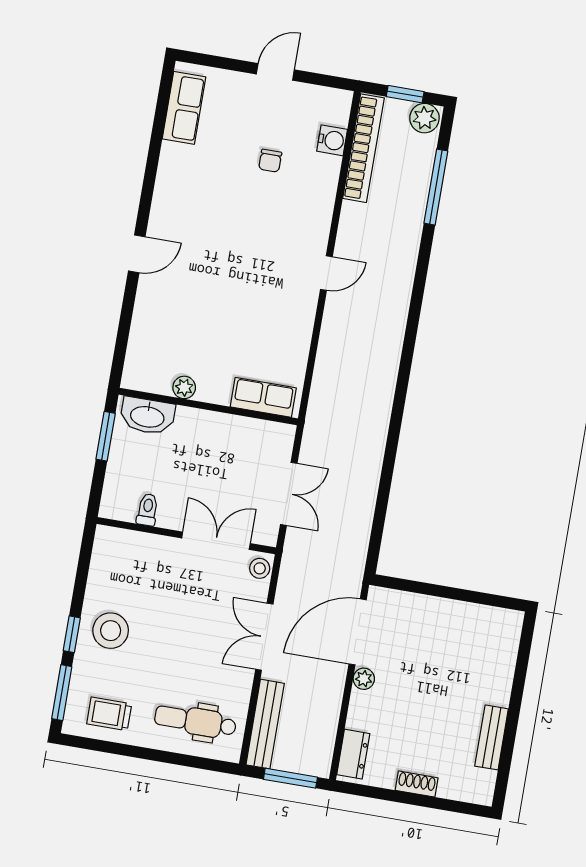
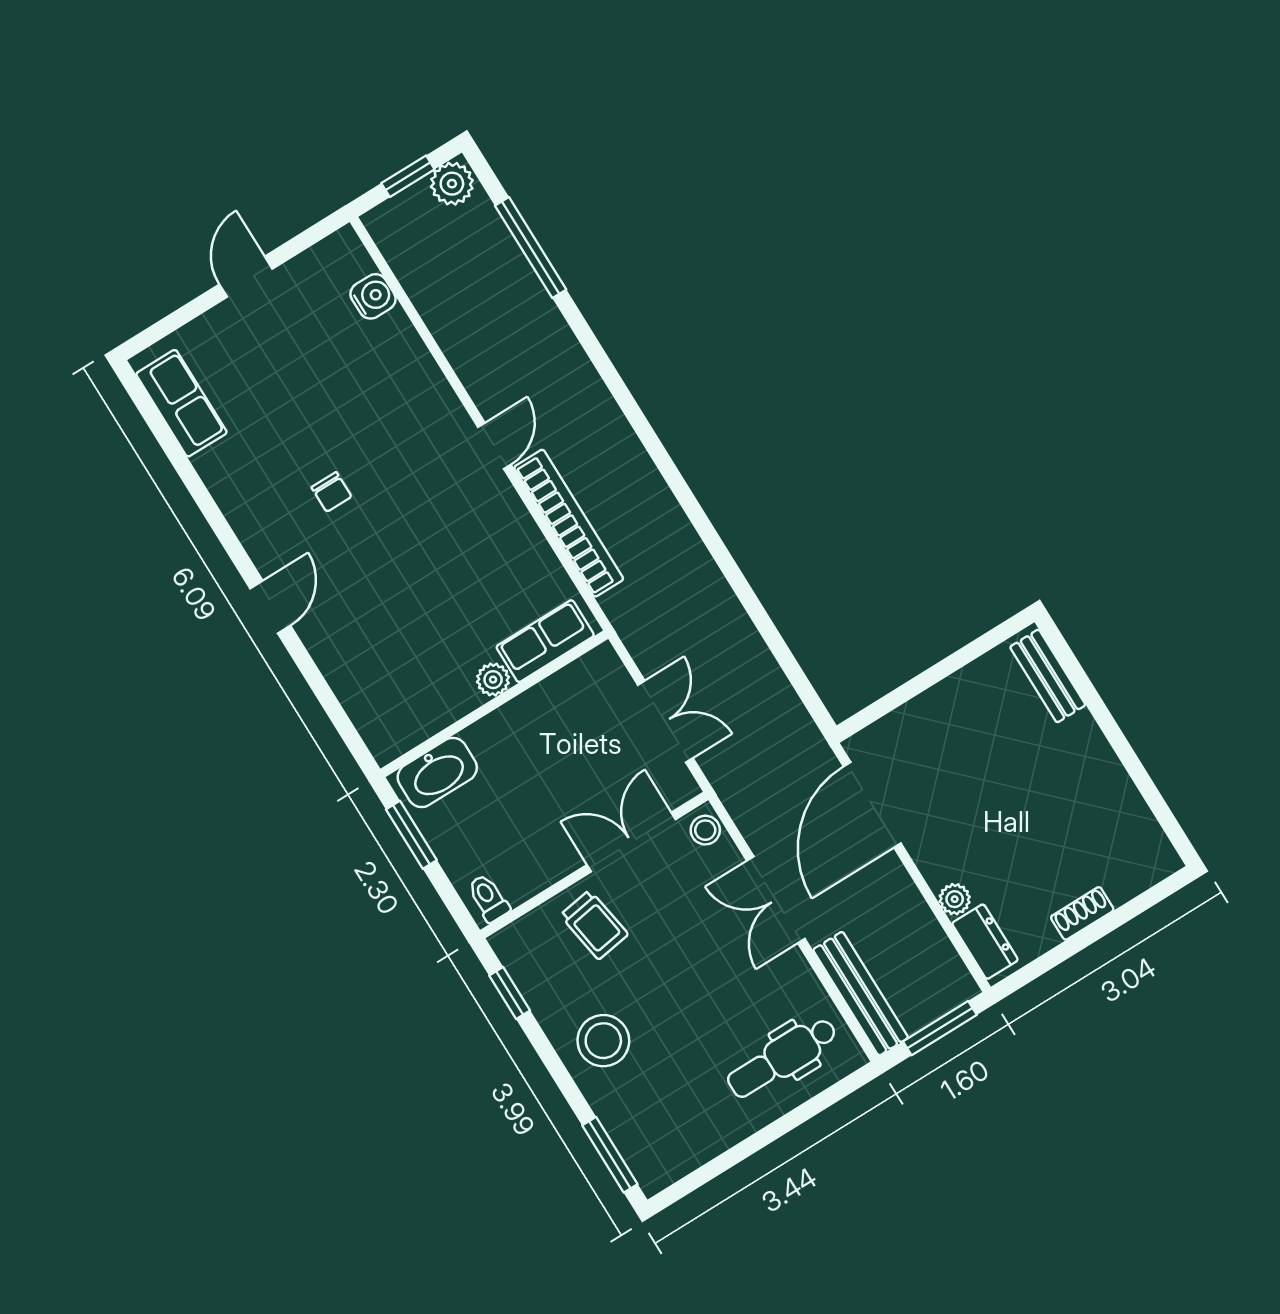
bookcase: (363, 148) -> (569, 523), moved
chair: (270, 161) -> (331, 492), moved
plant: (184, 387) -> (493, 680), moved
toilet: (147, 510) -> (488, 898), moved
window: (72, 634) -> (510, 993), moved
plant: (364, 679) -> (955, 899), moved
trolley: (109, 714) -> (594, 925), moved, turned -99
bench: (492, 737) -> (1048, 676), moved

